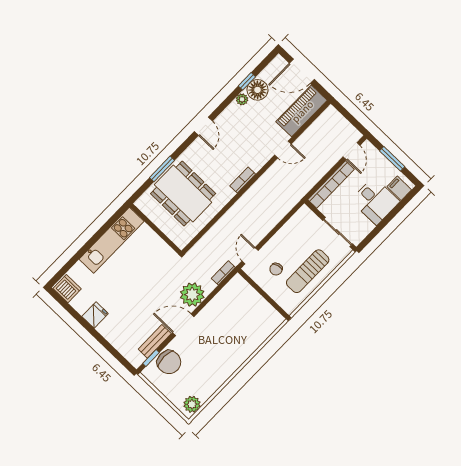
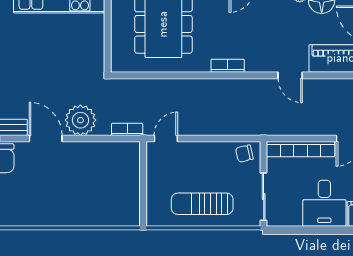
chair: (276, 269) -> (244, 154), moved

